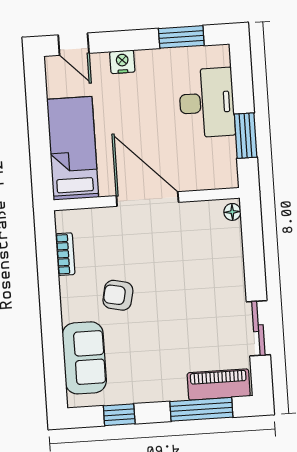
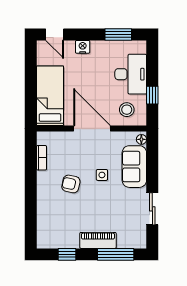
window: (246, 136) -> (152, 95), width x0.67
stool: (204, 163) -> (127, 110), added
side table: (169, 276) -> (102, 175), added
sofa: (84, 358) -> (134, 167), moved, turned 180
piano: (219, 385) -> (98, 240), moved

